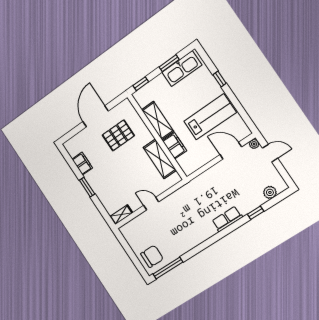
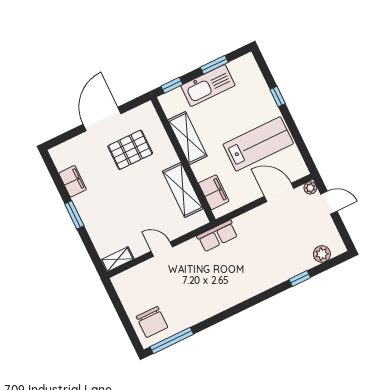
kitchen sink: (182, 69) -> (208, 85), moved
filing cabinet: (175, 146) -> (214, 192), moved
row of seats: (227, 219) -> (217, 236), moved, turned 180
chair: (152, 256) -> (152, 322), turned 90

